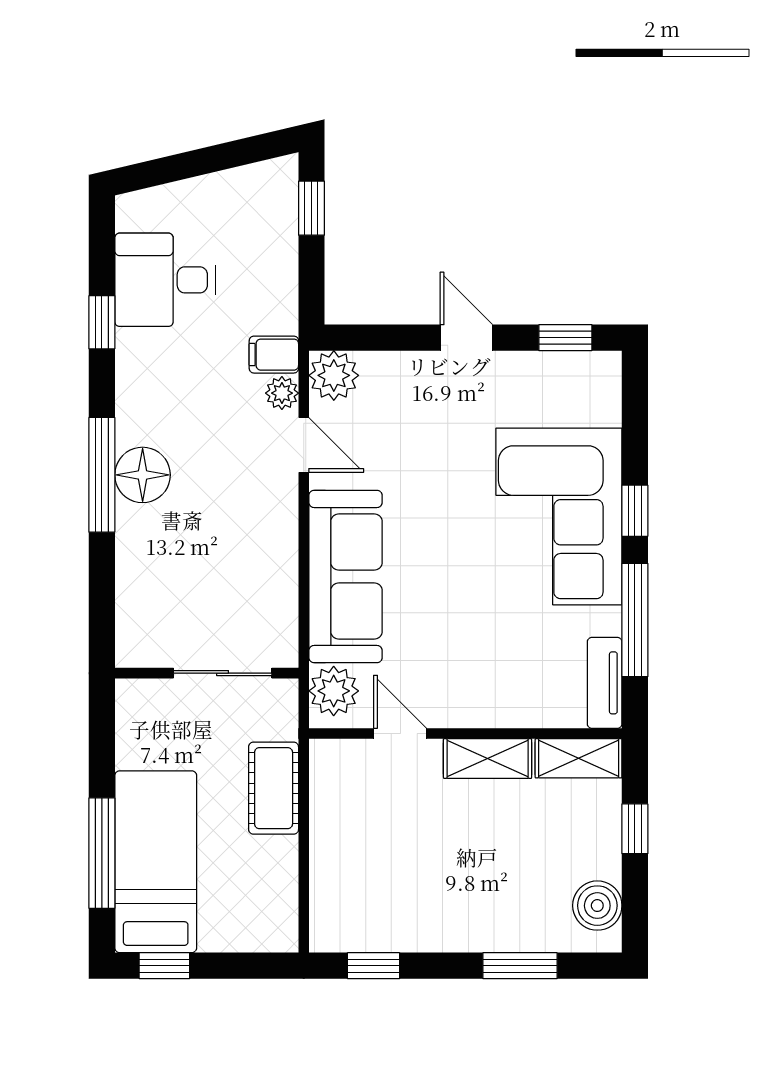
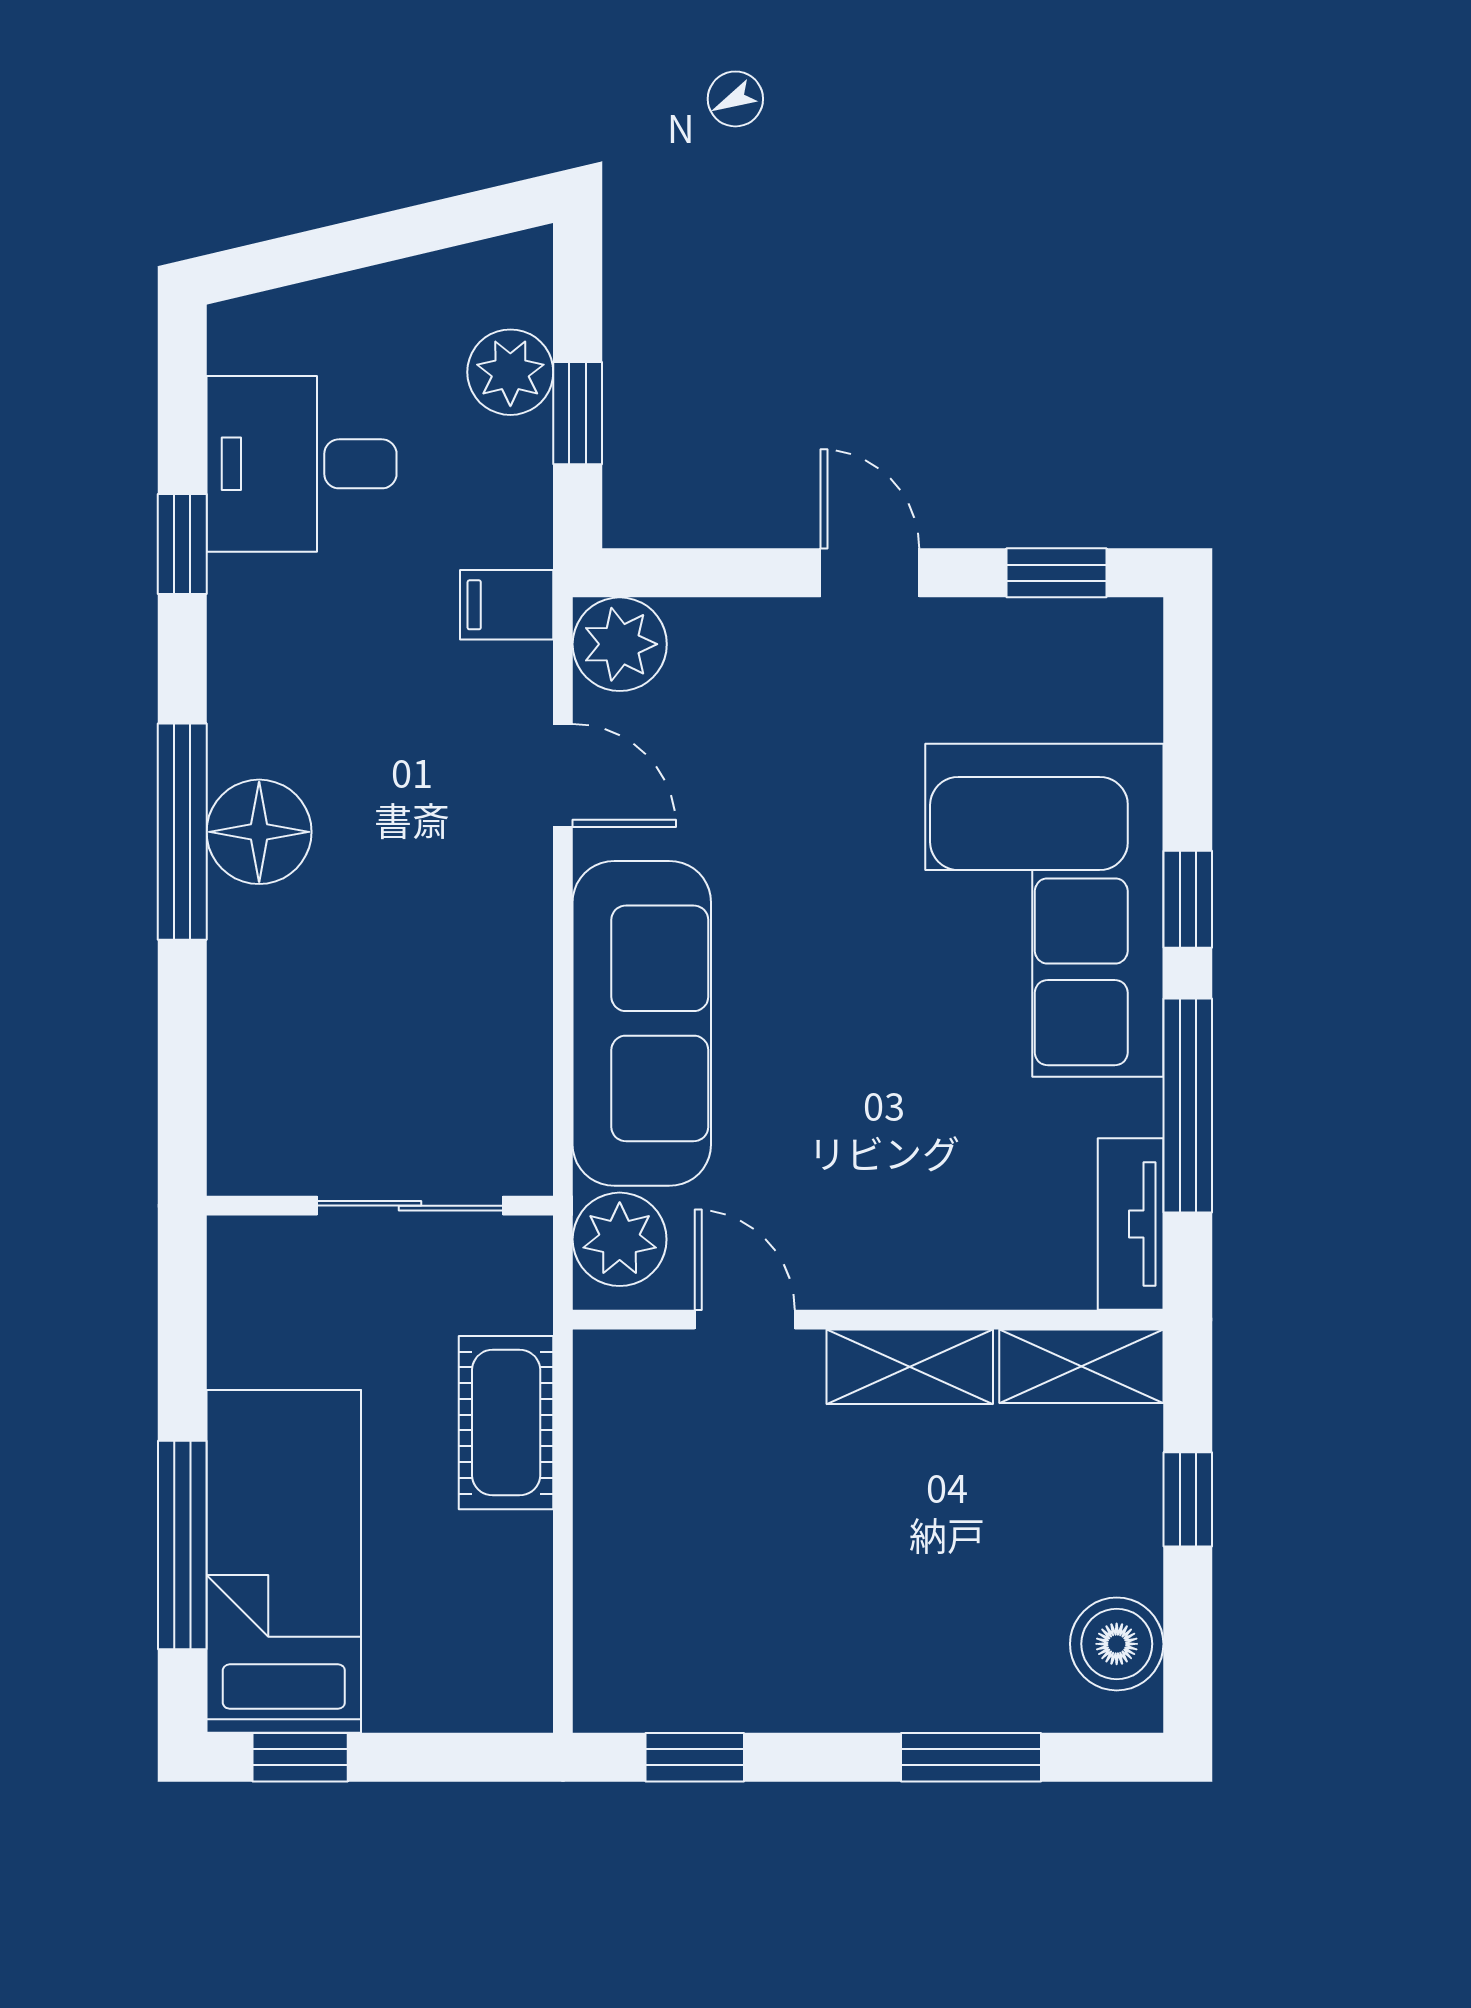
window: (311, 208) -> (578, 413), moved
plant: (282, 393) -> (510, 372), moved, width x1.38, depth x1.38

